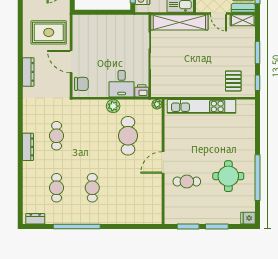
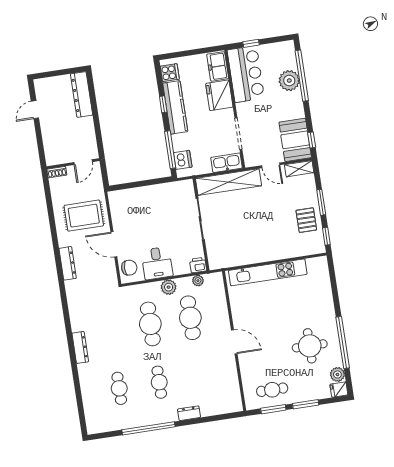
pallet: (233, 81) -> (306, 220), moved
desk: (122, 84) -> (157, 263), moved
plant: (157, 104) -> (198, 281), moved
cafe table: (57, 136) -> (150, 324), moved, width x1.37, depth x1.35
door: (163, 163) -> (234, 342), swing flipped
cafe table: (187, 181) -> (272, 390), moved
plant: (249, 205) -> (337, 374), added
dresser: (35, 219) -> (189, 413), moved

